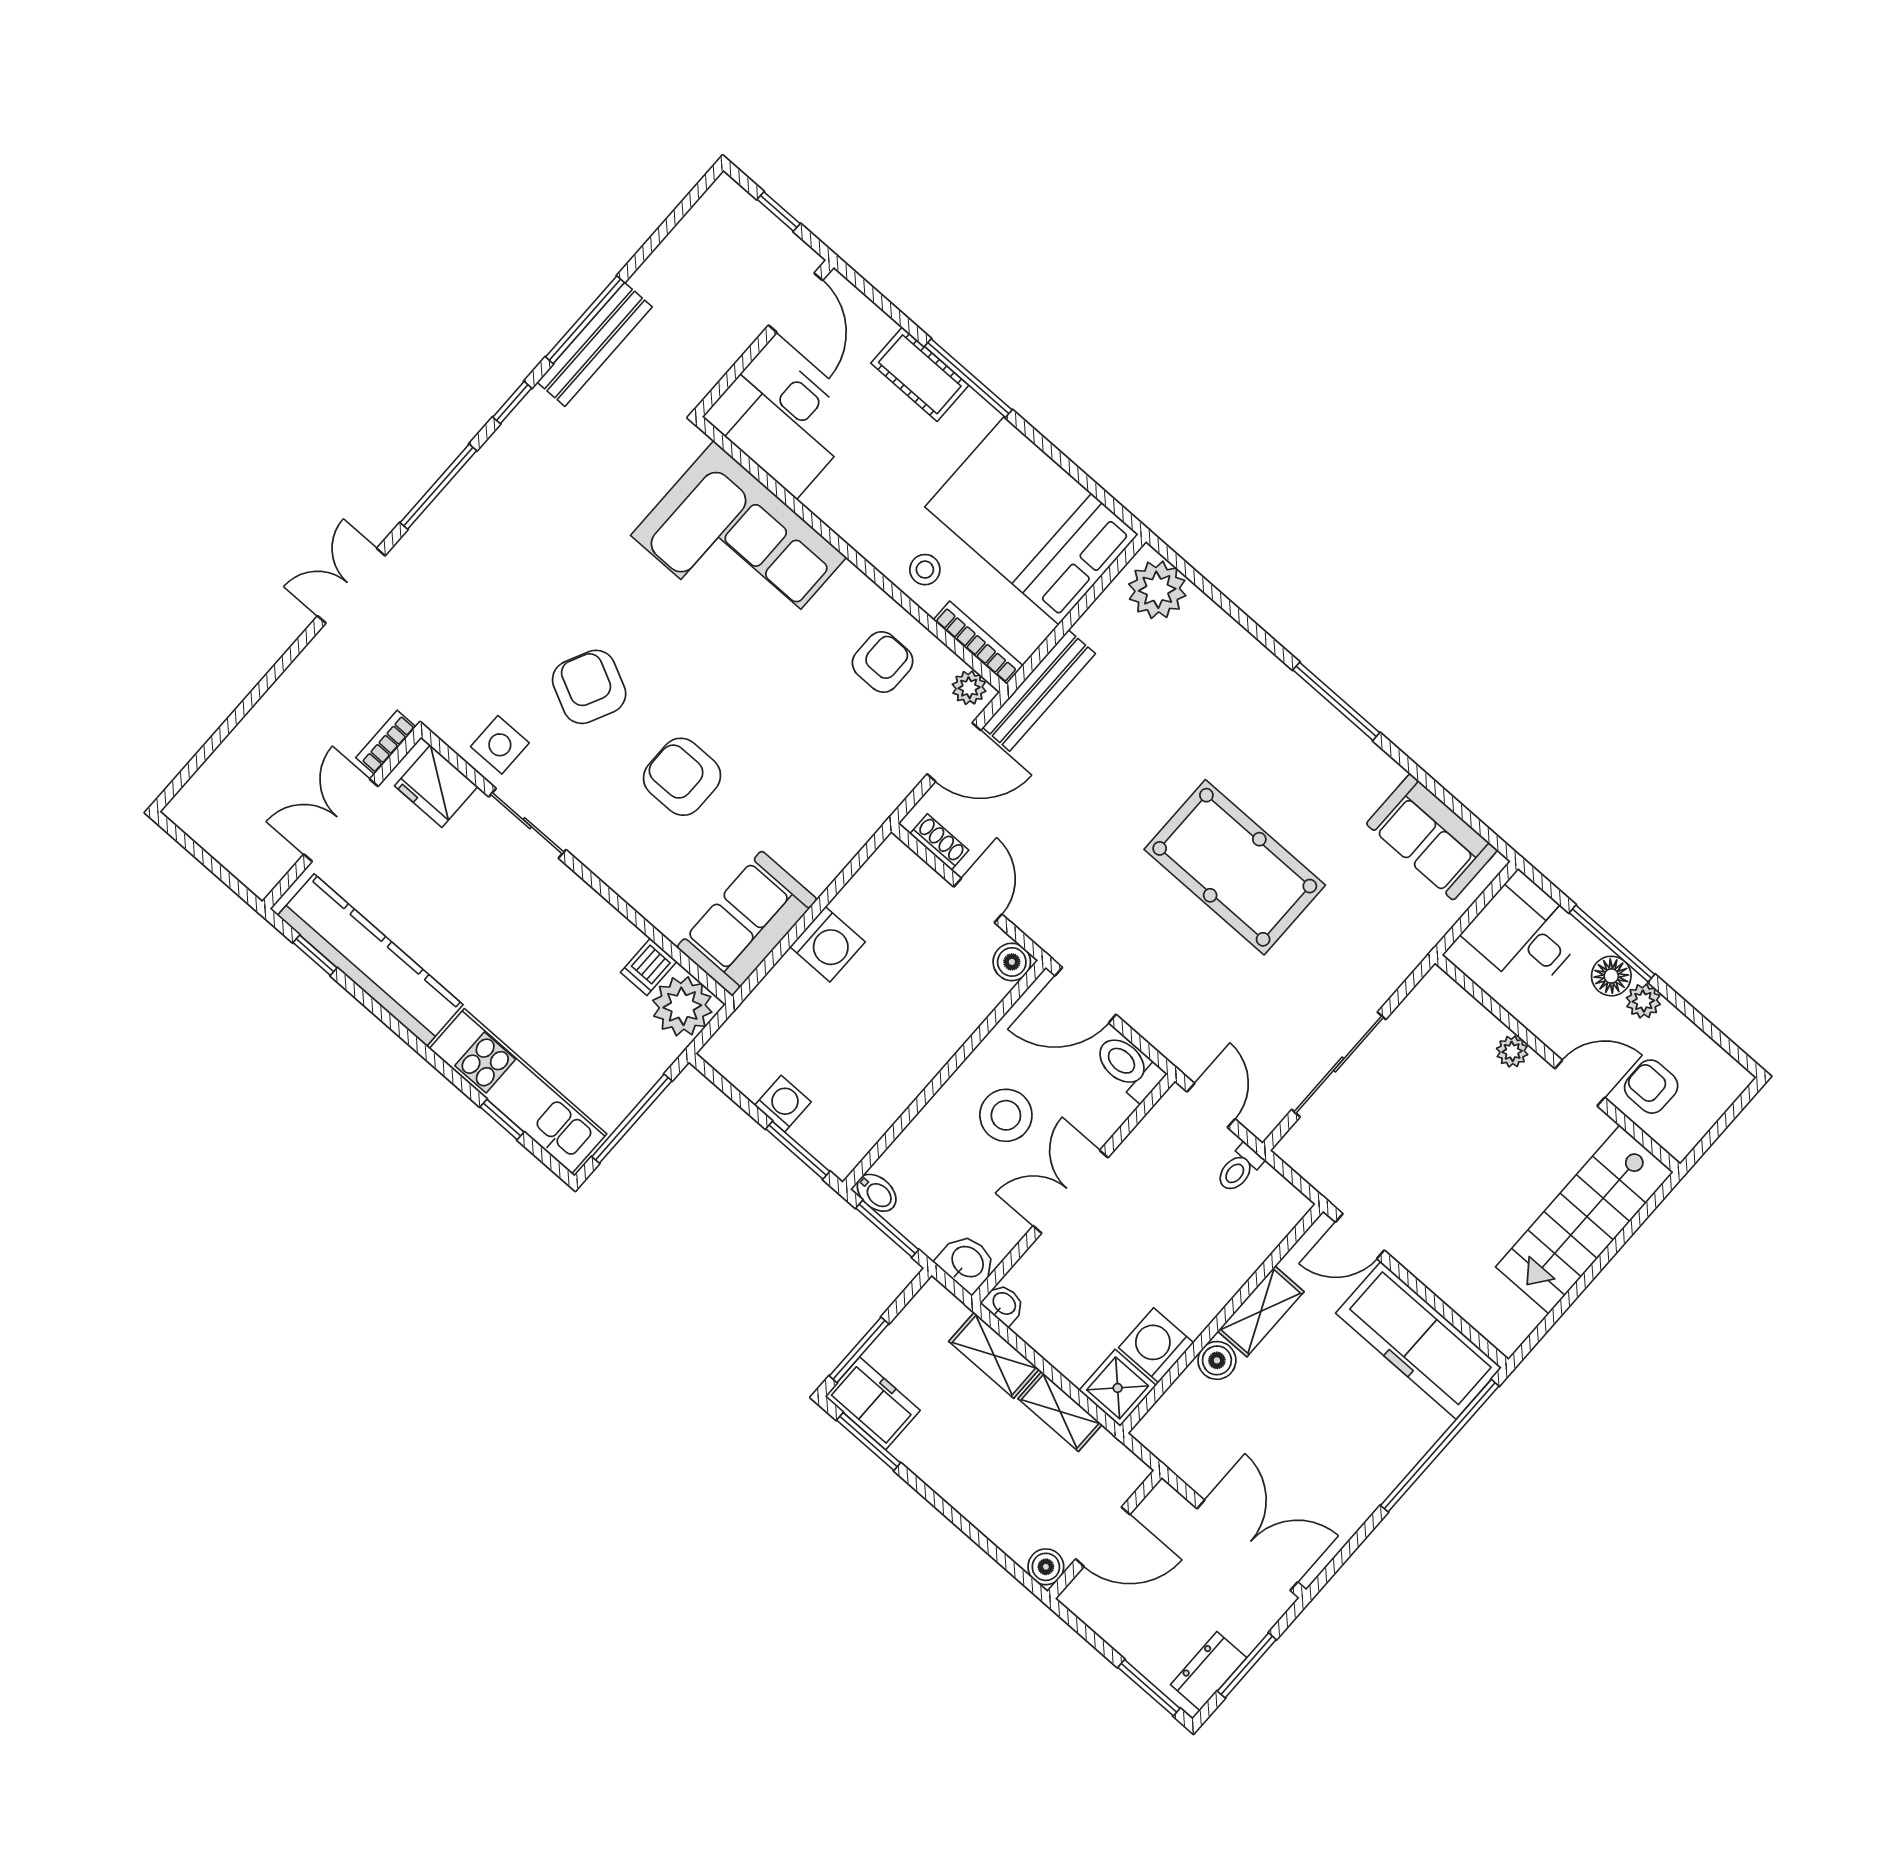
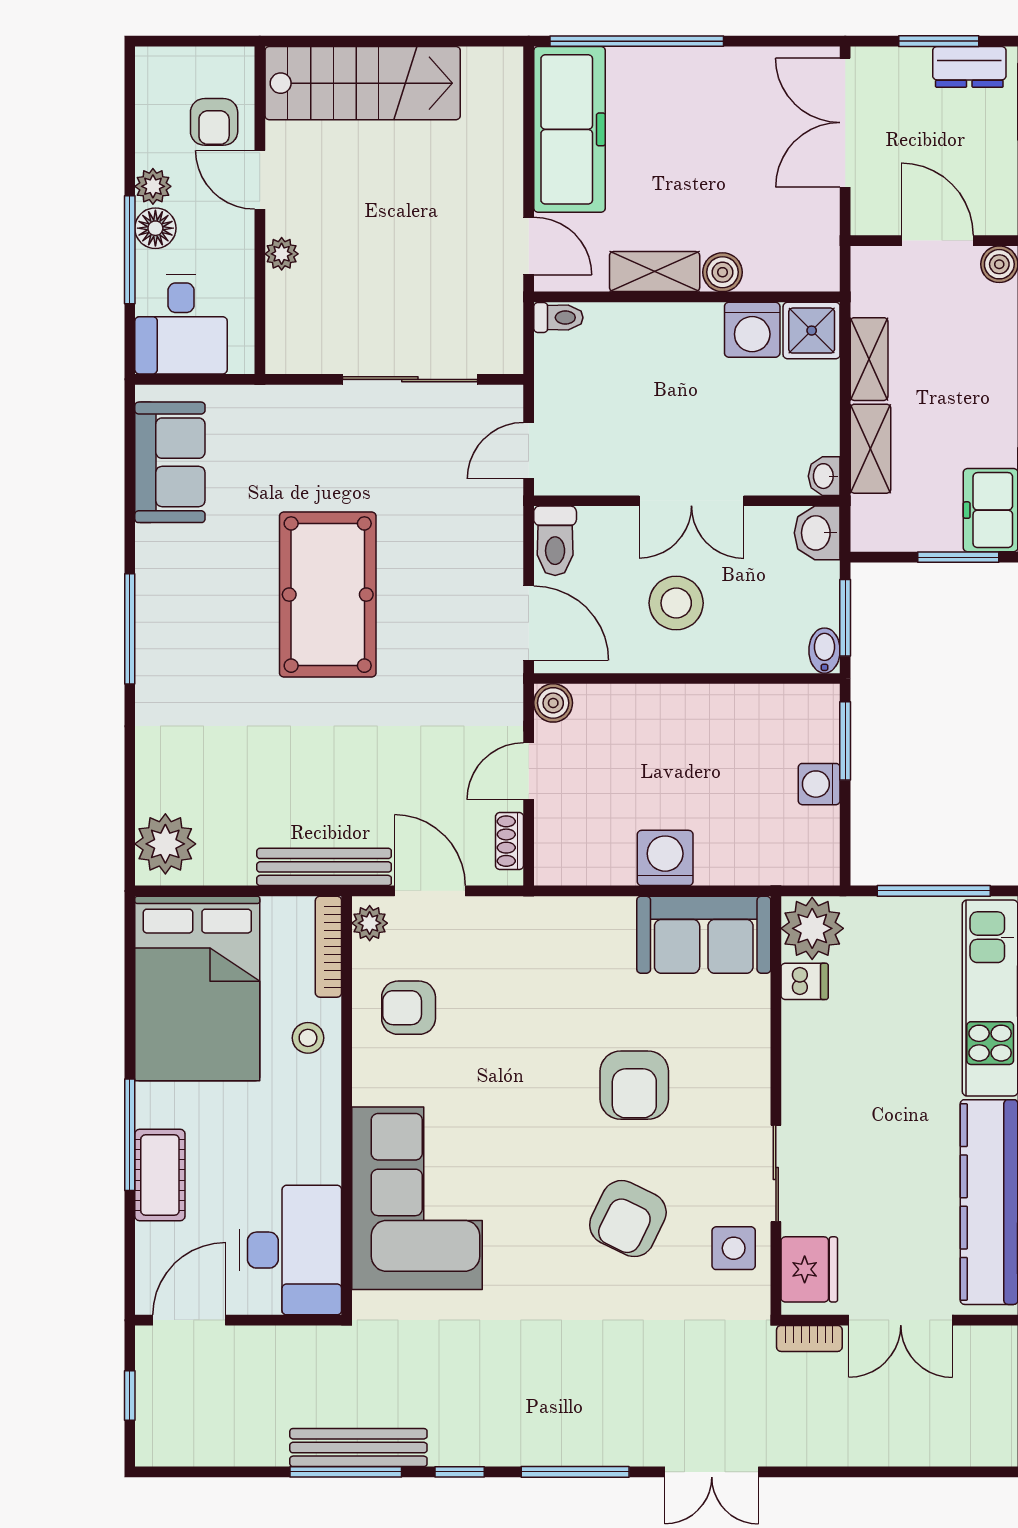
toilet: (1239, 1168) -> (558, 318), moved

